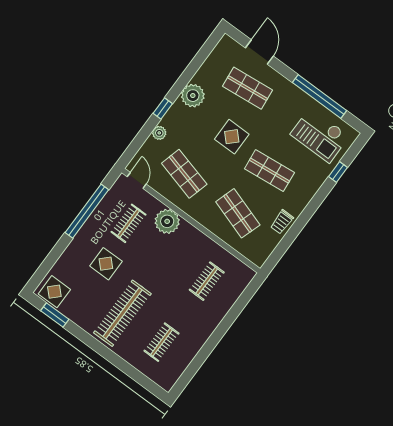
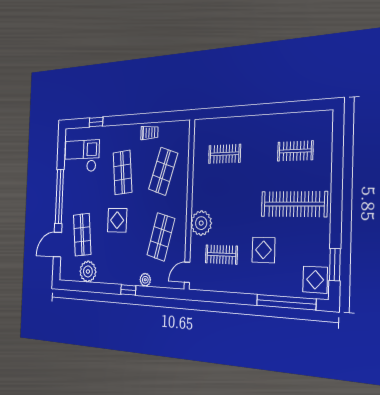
plant: (193, 96) -> (88, 271), moved
window: (320, 97) -> (59, 197), moved
checkout: (320, 135) -> (82, 156), turned -90
window: (87, 211) -> (286, 302), moved

